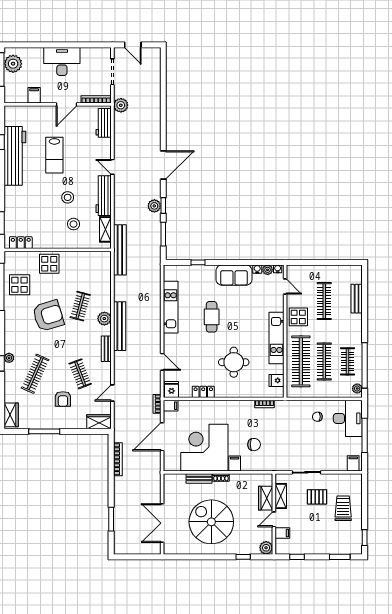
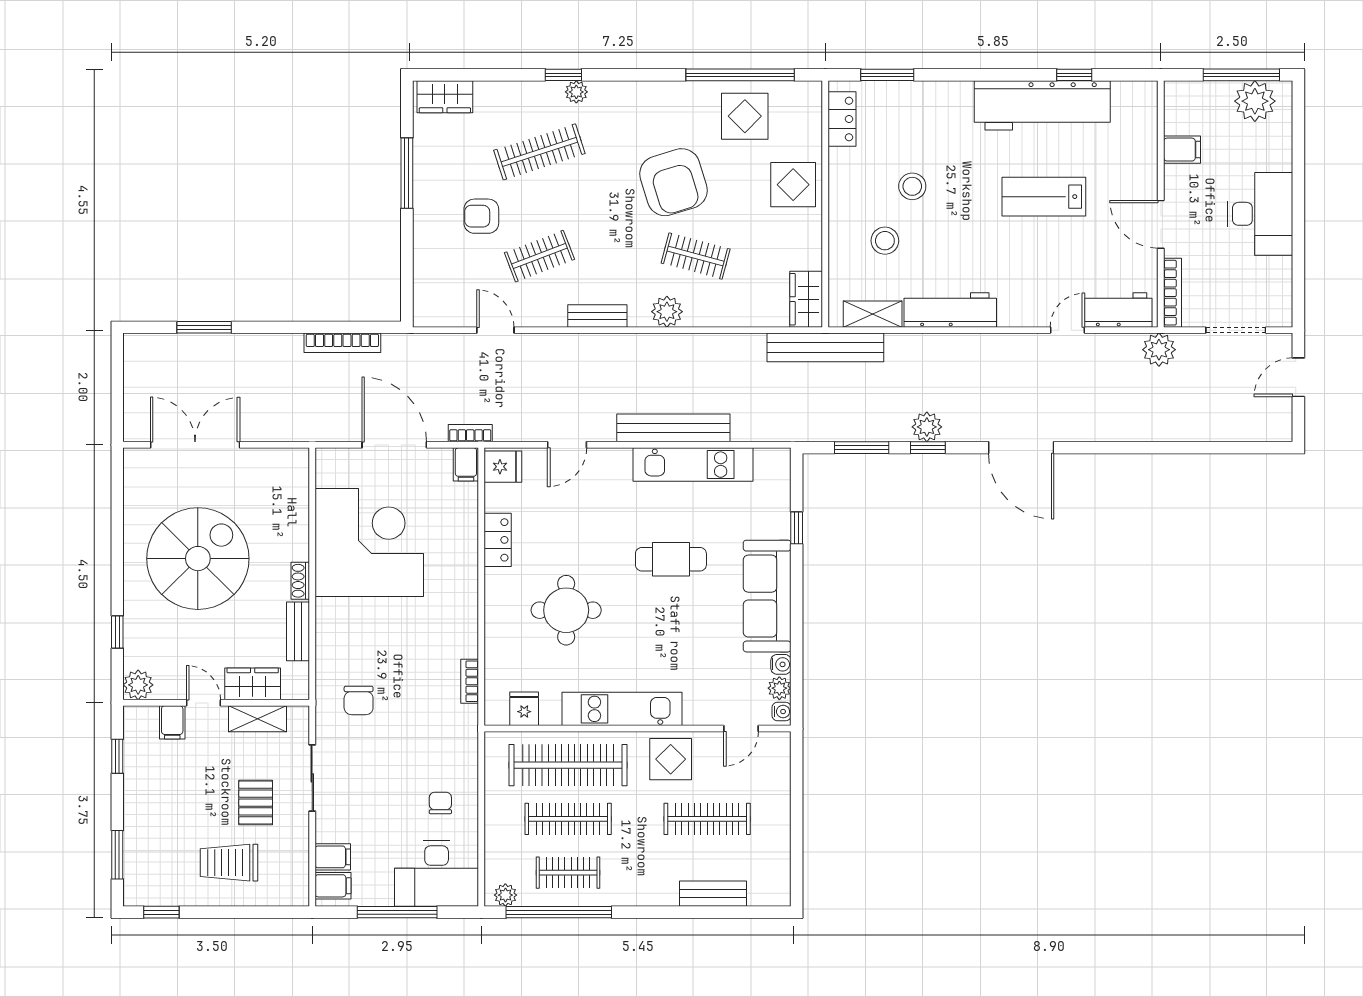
door: (112, 167) -> (1067, 330), moved
stool: (68, 197) -> (912, 186), moved
sofa: (234, 275) -> (767, 596), width x1.36
bench: (120, 326) -> (673, 428), moved
clothes rail: (35, 374) -> (539, 152), turned -42
wardrobe: (99, 422) -> (806, 299), moved, turned 180
chair: (254, 445) -> (359, 700), moved
filing cabinet: (235, 463) -> (333, 857), moved
bench: (199, 478) -> (298, 631), moved
trolley: (343, 508) -> (229, 863), turned 180

